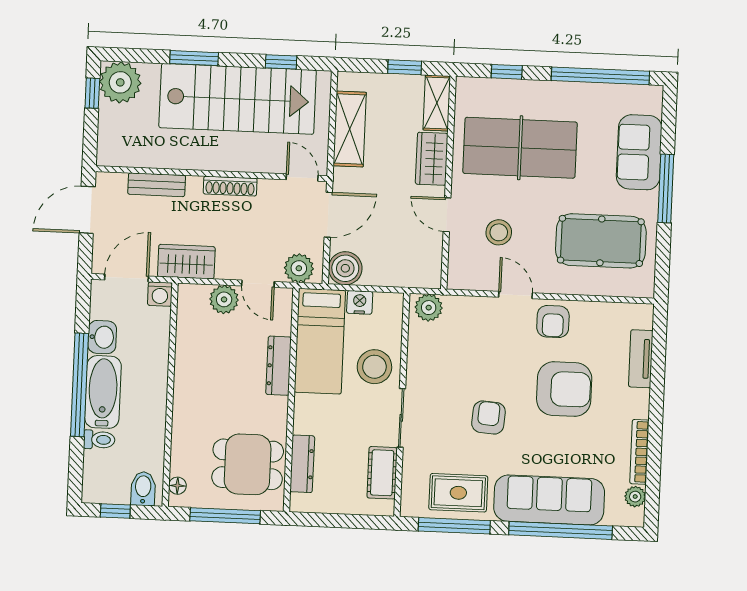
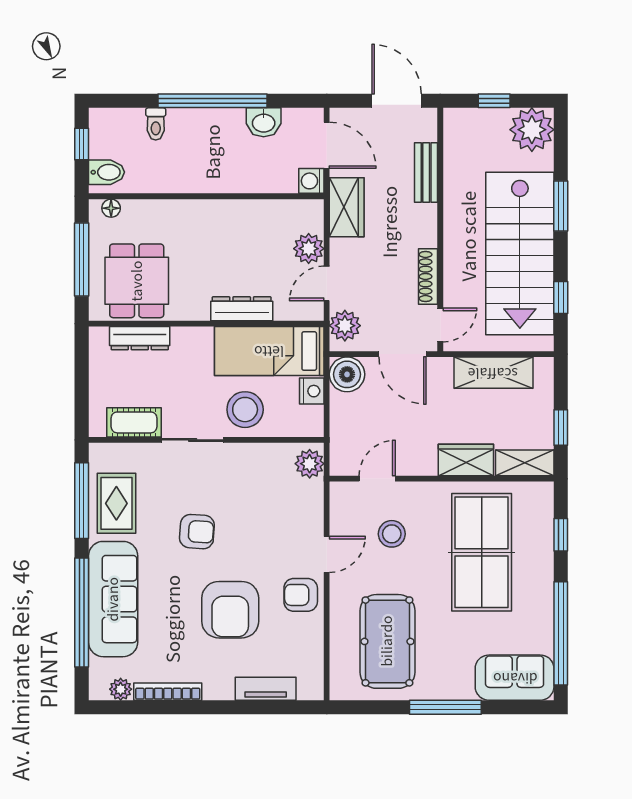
window: (92, 93) -> (494, 101), moved
sofa: (639, 152) -> (515, 678), moved
shoe rack: (230, 186) -> (428, 276), moved
door: (447, 215) -> (377, 479), moved
bathtub: (103, 392) -> (206, 126), removed

